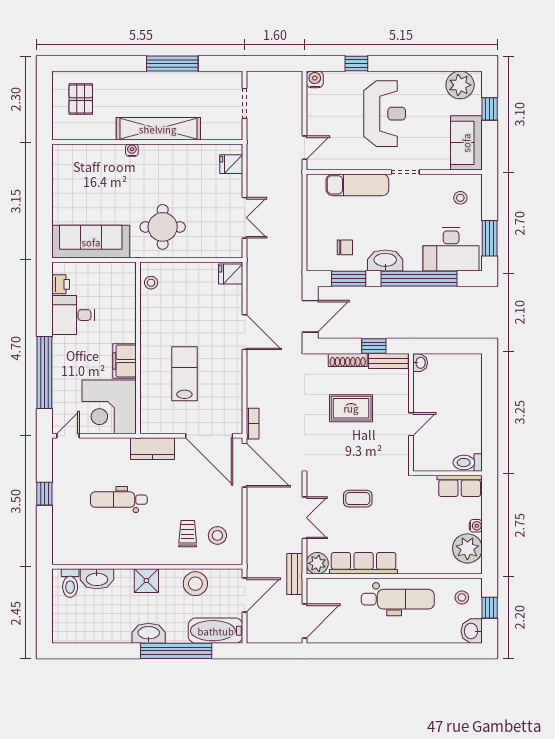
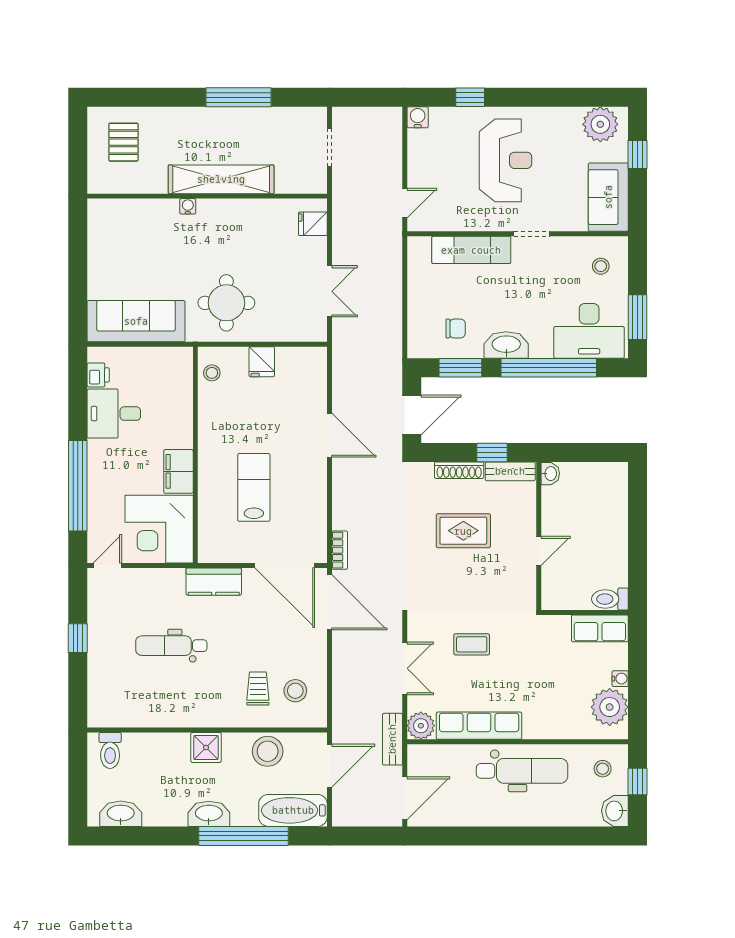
fridge: (231, 274) -> (262, 362), moved, turned -90
washbasin: (97, 579) -> (121, 814), moved, turned 180

